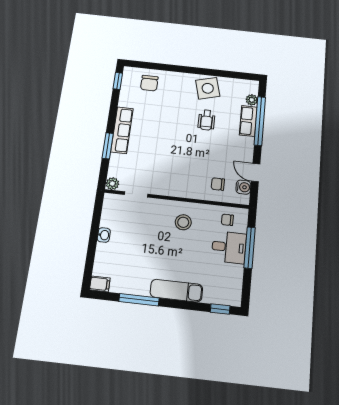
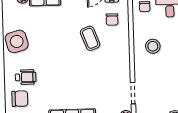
wheelchair: (207, 120) -> (26, 77), moved
coffee table: (201, 159) -> (90, 38), added

